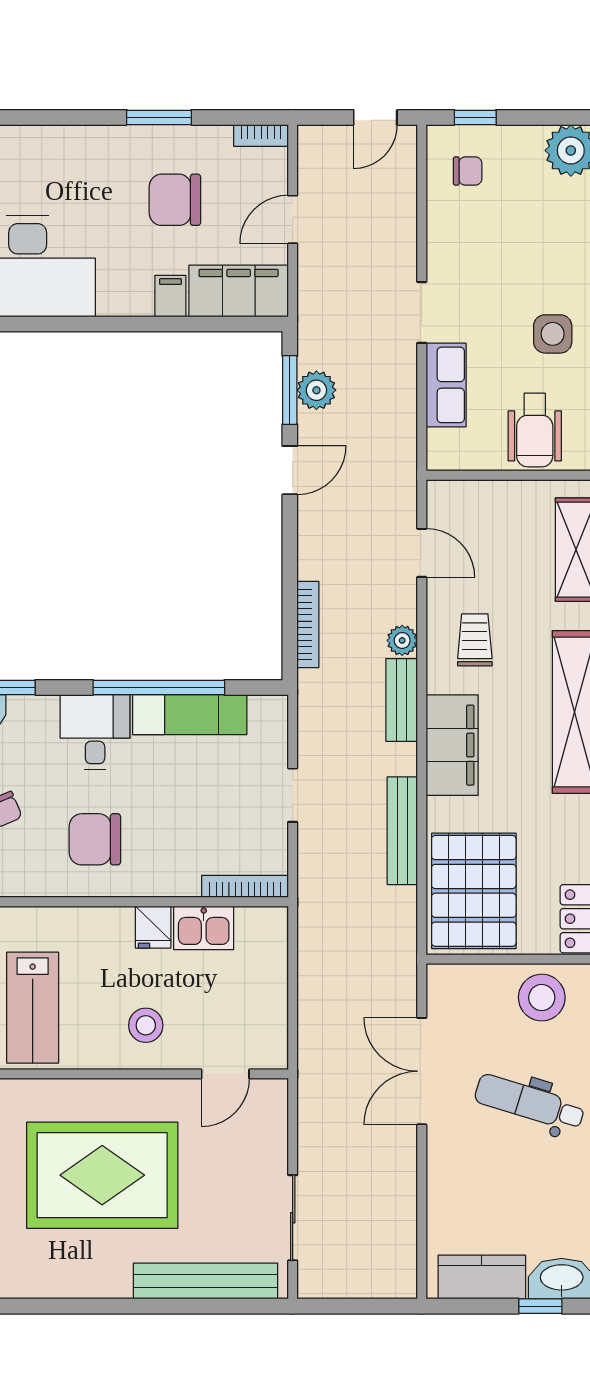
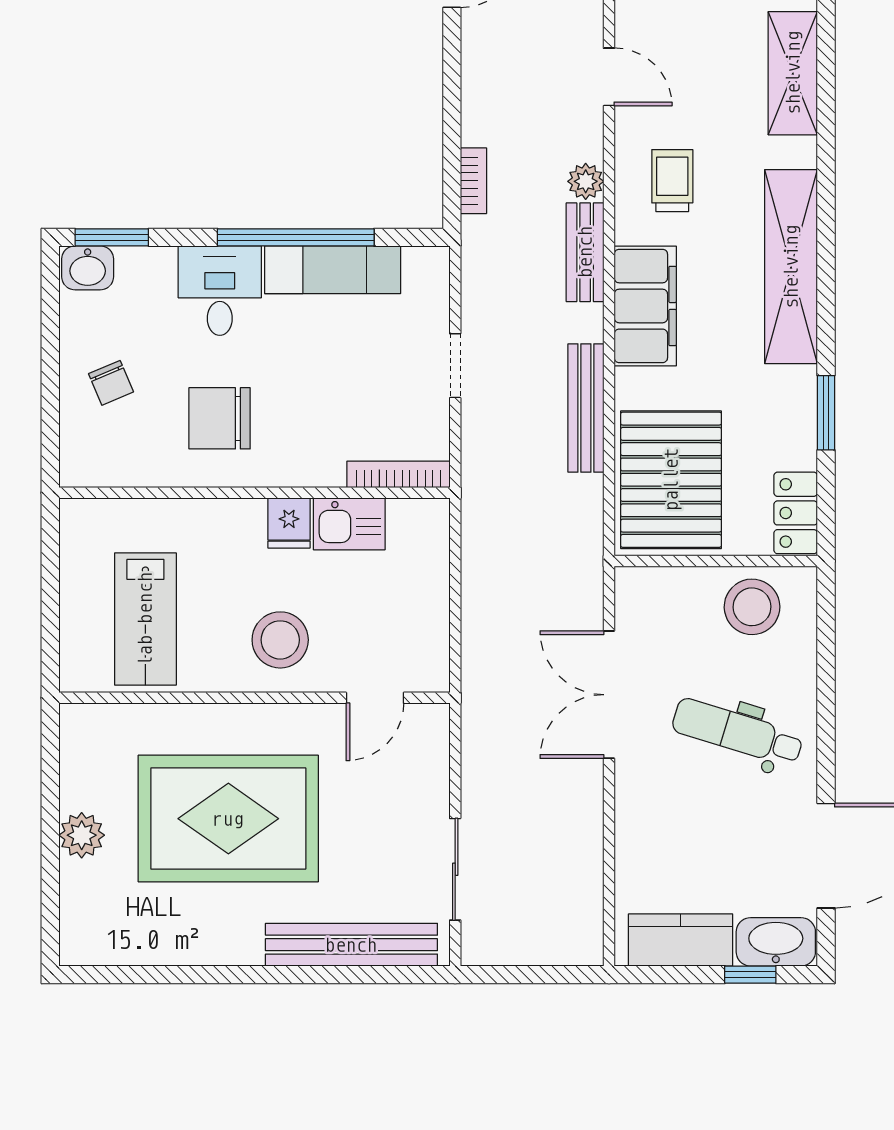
bookcase: (308, 624) -> (473, 181), width x0.64
stool: (146, 1025) -> (280, 640), width x1.38, depth x1.38

